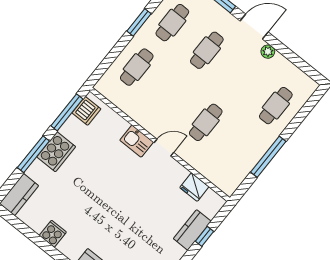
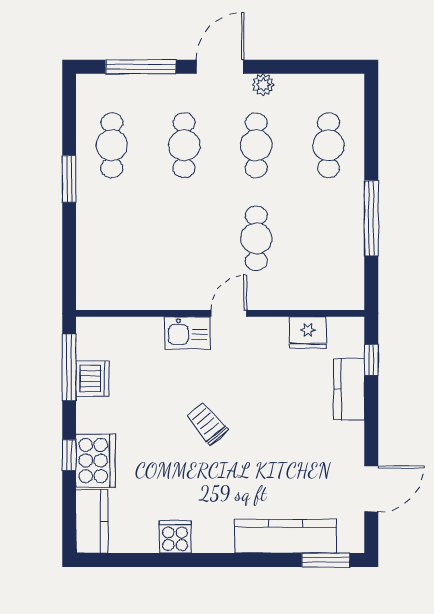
cafe table: (137, 67) -> (256, 145), moved
dishwasher: (86, 111) -> (92, 379), moved
cooker: (56, 152) -> (96, 461), moved
window: (33, 154) -> (69, 455), width x0.46
trolley: (111, 192) -> (207, 423), added
window: (205, 236) -> (371, 360), moved

